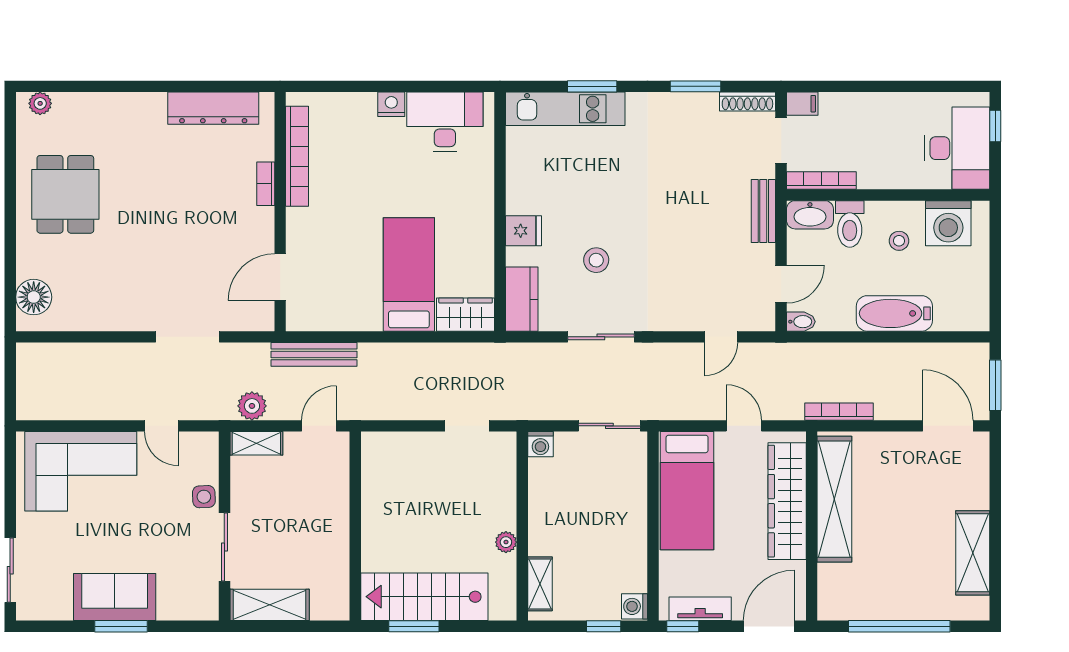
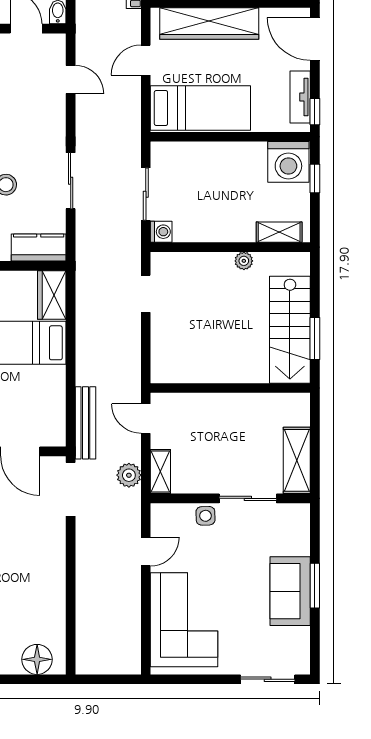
doorway: (188, 337) -> (71, 489), moved
sliding door: (609, 426) -> (146, 194), moved
washing machine: (635, 606) -> (288, 162), width x1.89, depth x1.89

